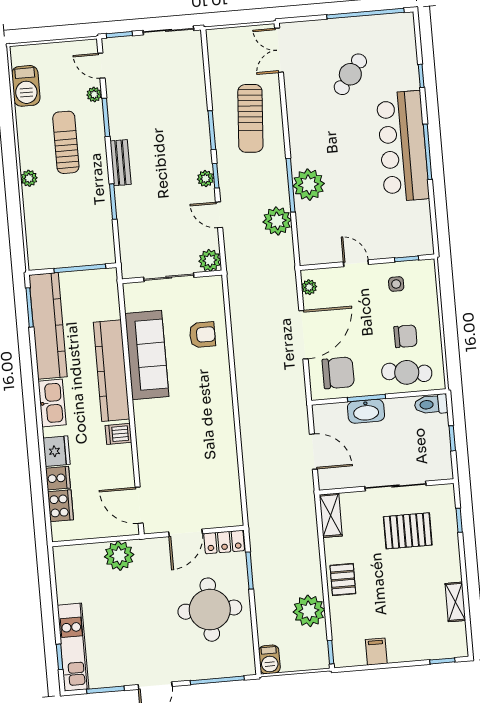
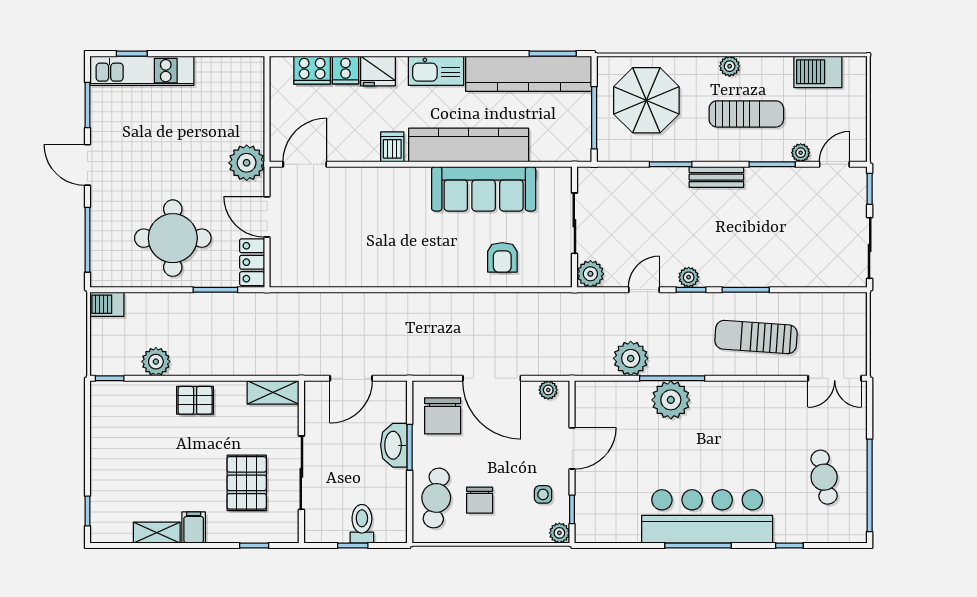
double door: (279, 50) -> (835, 378), swing flipped
cafe table: (350, 74) -> (824, 477), moved, turned 40
plant: (29, 178) -> (730, 66), moved
parasol: (62, 226) -> (646, 100), added
door: (356, 263) -> (572, 448), width x1.38
plant: (427, 268) -> (559, 533), added
toilet: (431, 404) -> (362, 524), moved
plant: (119, 556) -> (247, 163), moved
plant: (309, 611) -> (156, 362), width x0.73, depth x0.73
filing cabinet: (376, 652) -> (194, 527), moved, turned -90

